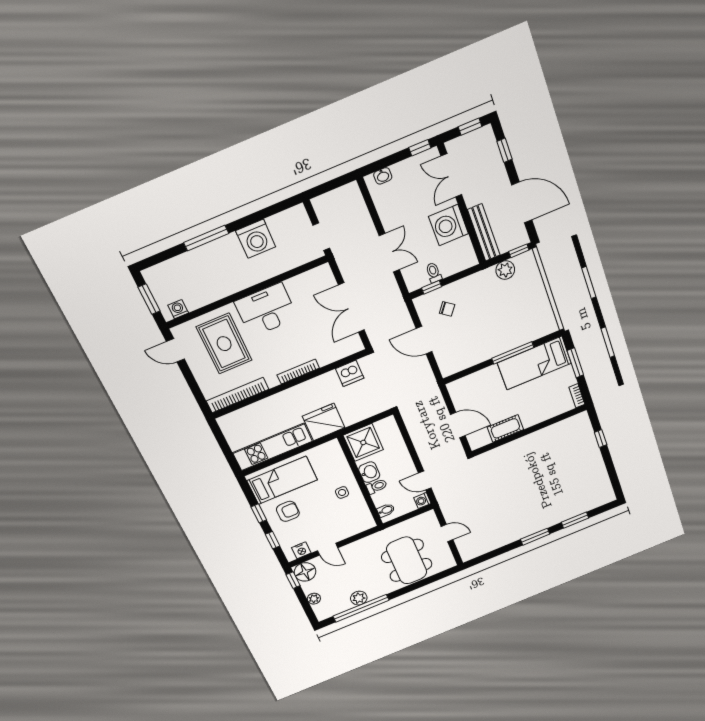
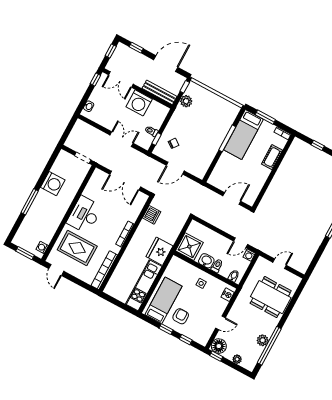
door: (175, 350) -> (56, 270), hinge flipped
cot: (505, 428) -> (272, 157), moved
nightstand: (301, 550) -> (228, 295), moved

